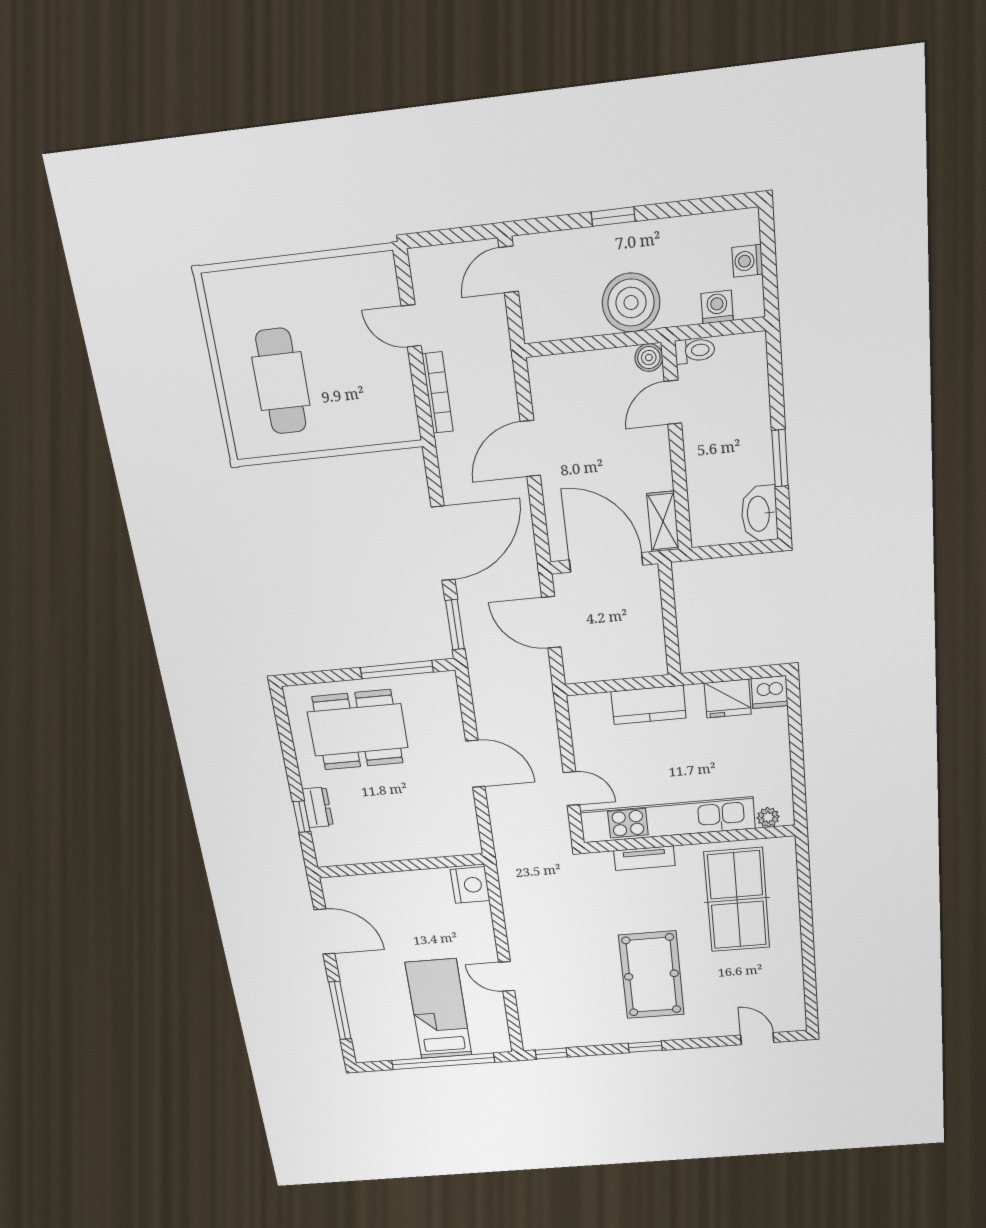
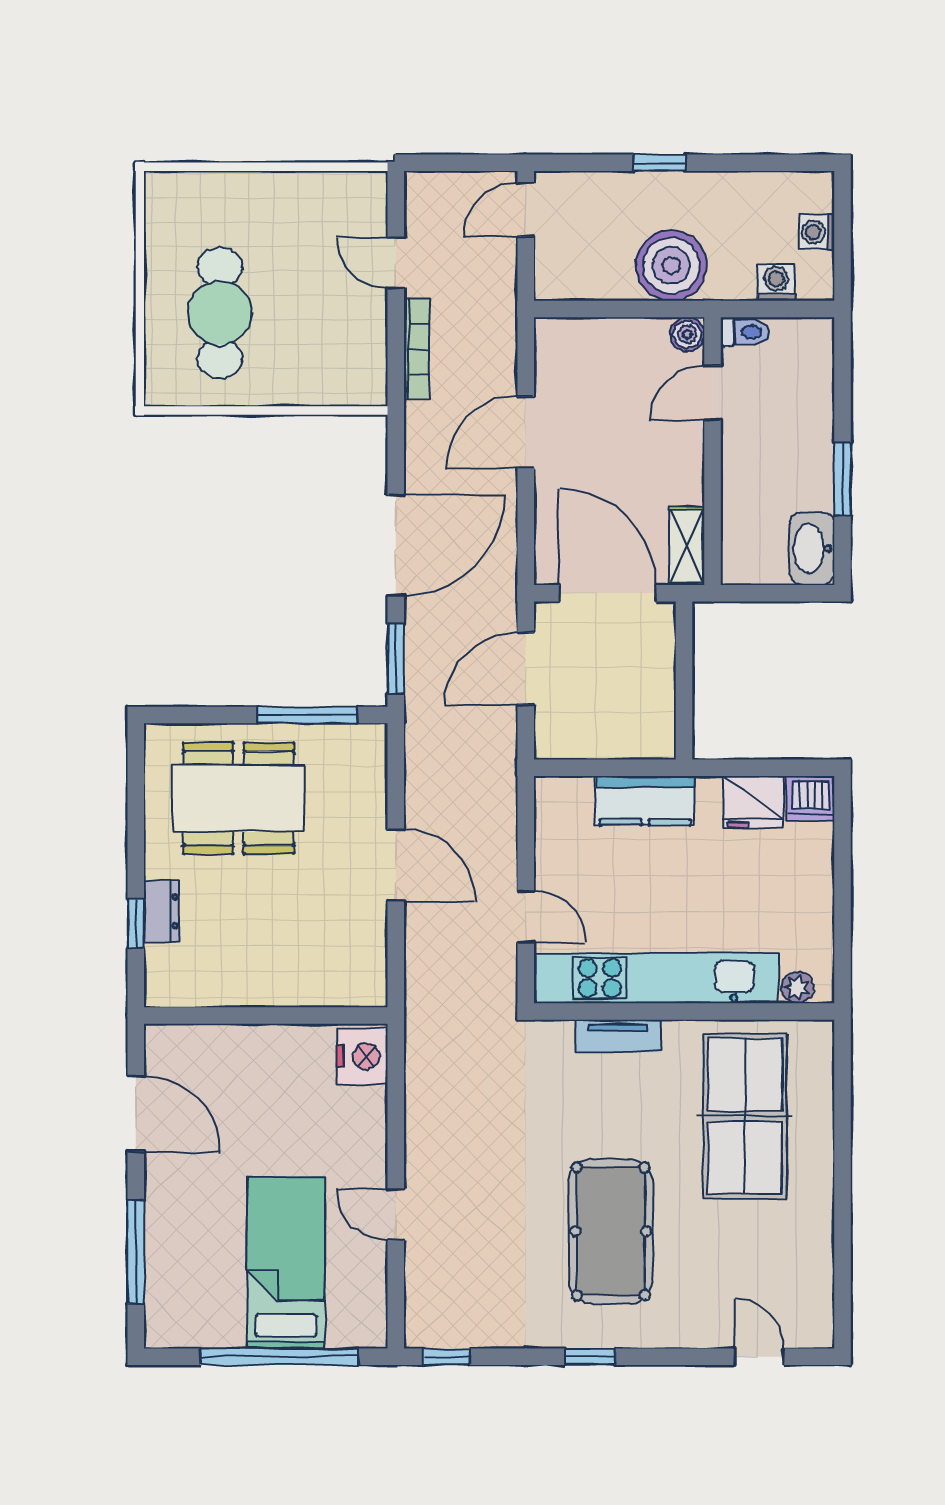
door: (551, 622) -> (526, 669), hinge flipped

